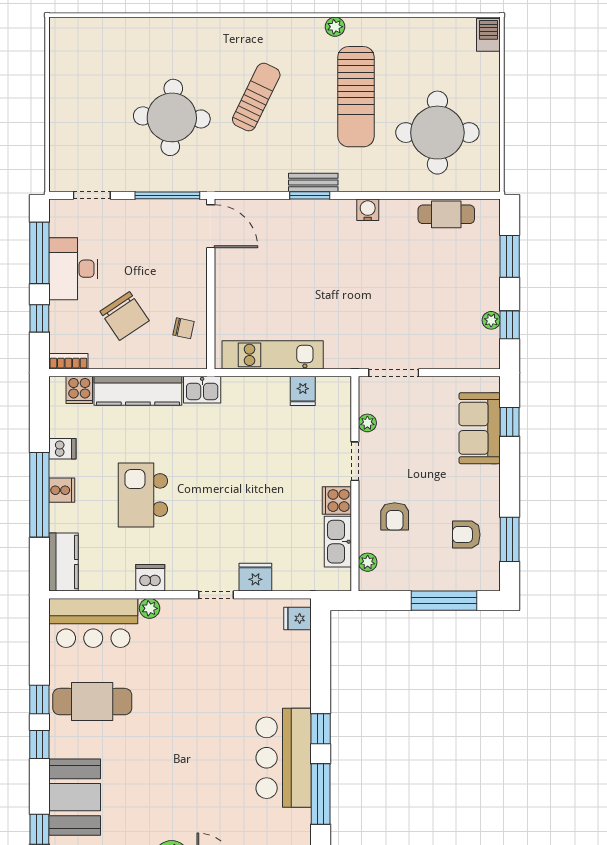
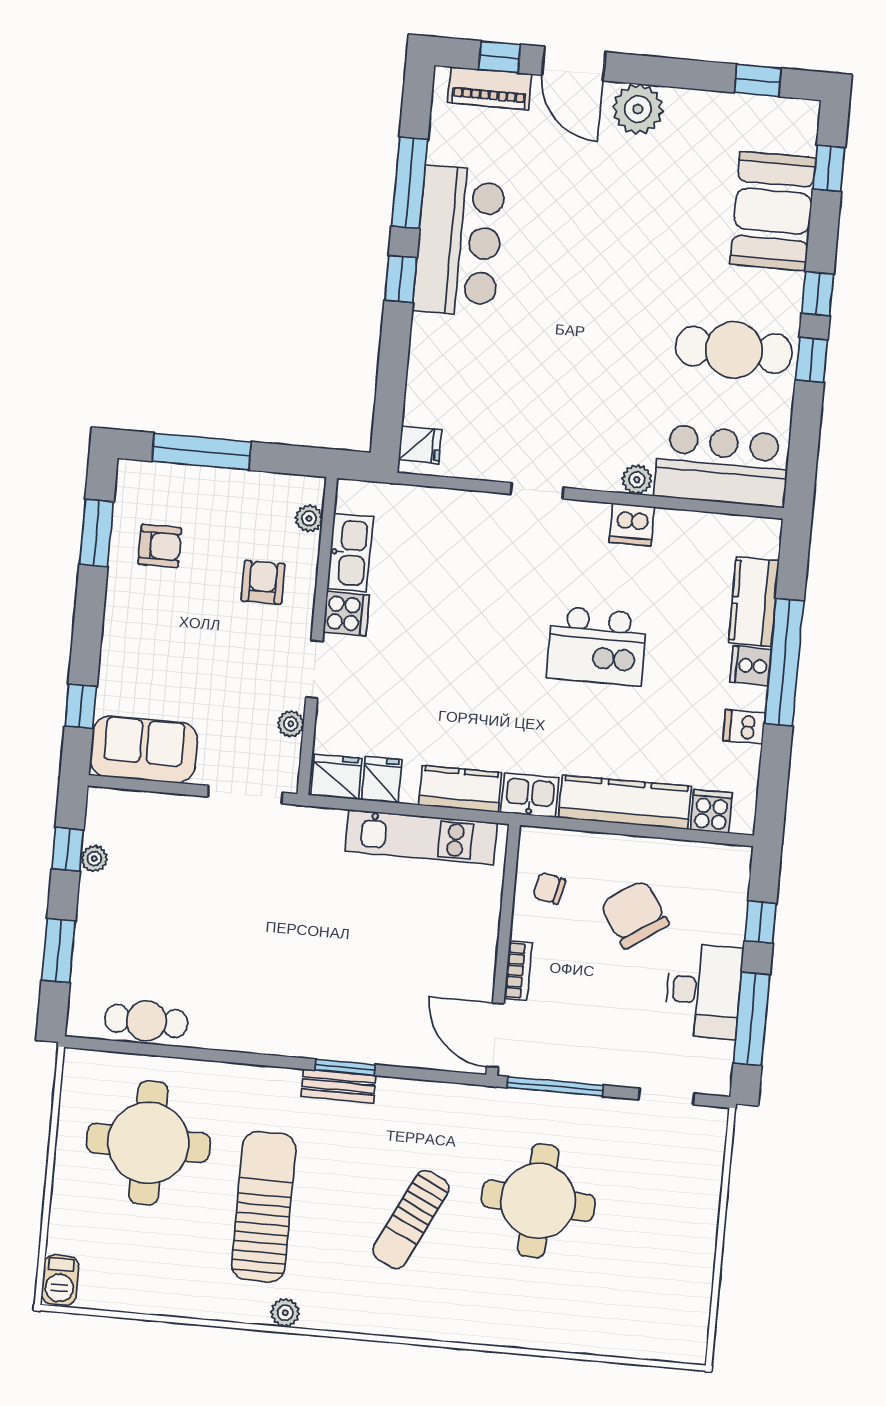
water cooler: (368, 210) -> (262, 1038), removed
bookcase: (68, 361) -> (518, 971), moved, turned -90
kitchen counter: (249, 390) -> (460, 789), added
sofa: (480, 428) -> (144, 749), moved, turned -90
kitchen island: (143, 495) -> (597, 646), moved, turned 90
kitchen counter: (63, 562) -> (754, 602), moved
fridge: (255, 577) -> (337, 777), moved, turned 180

